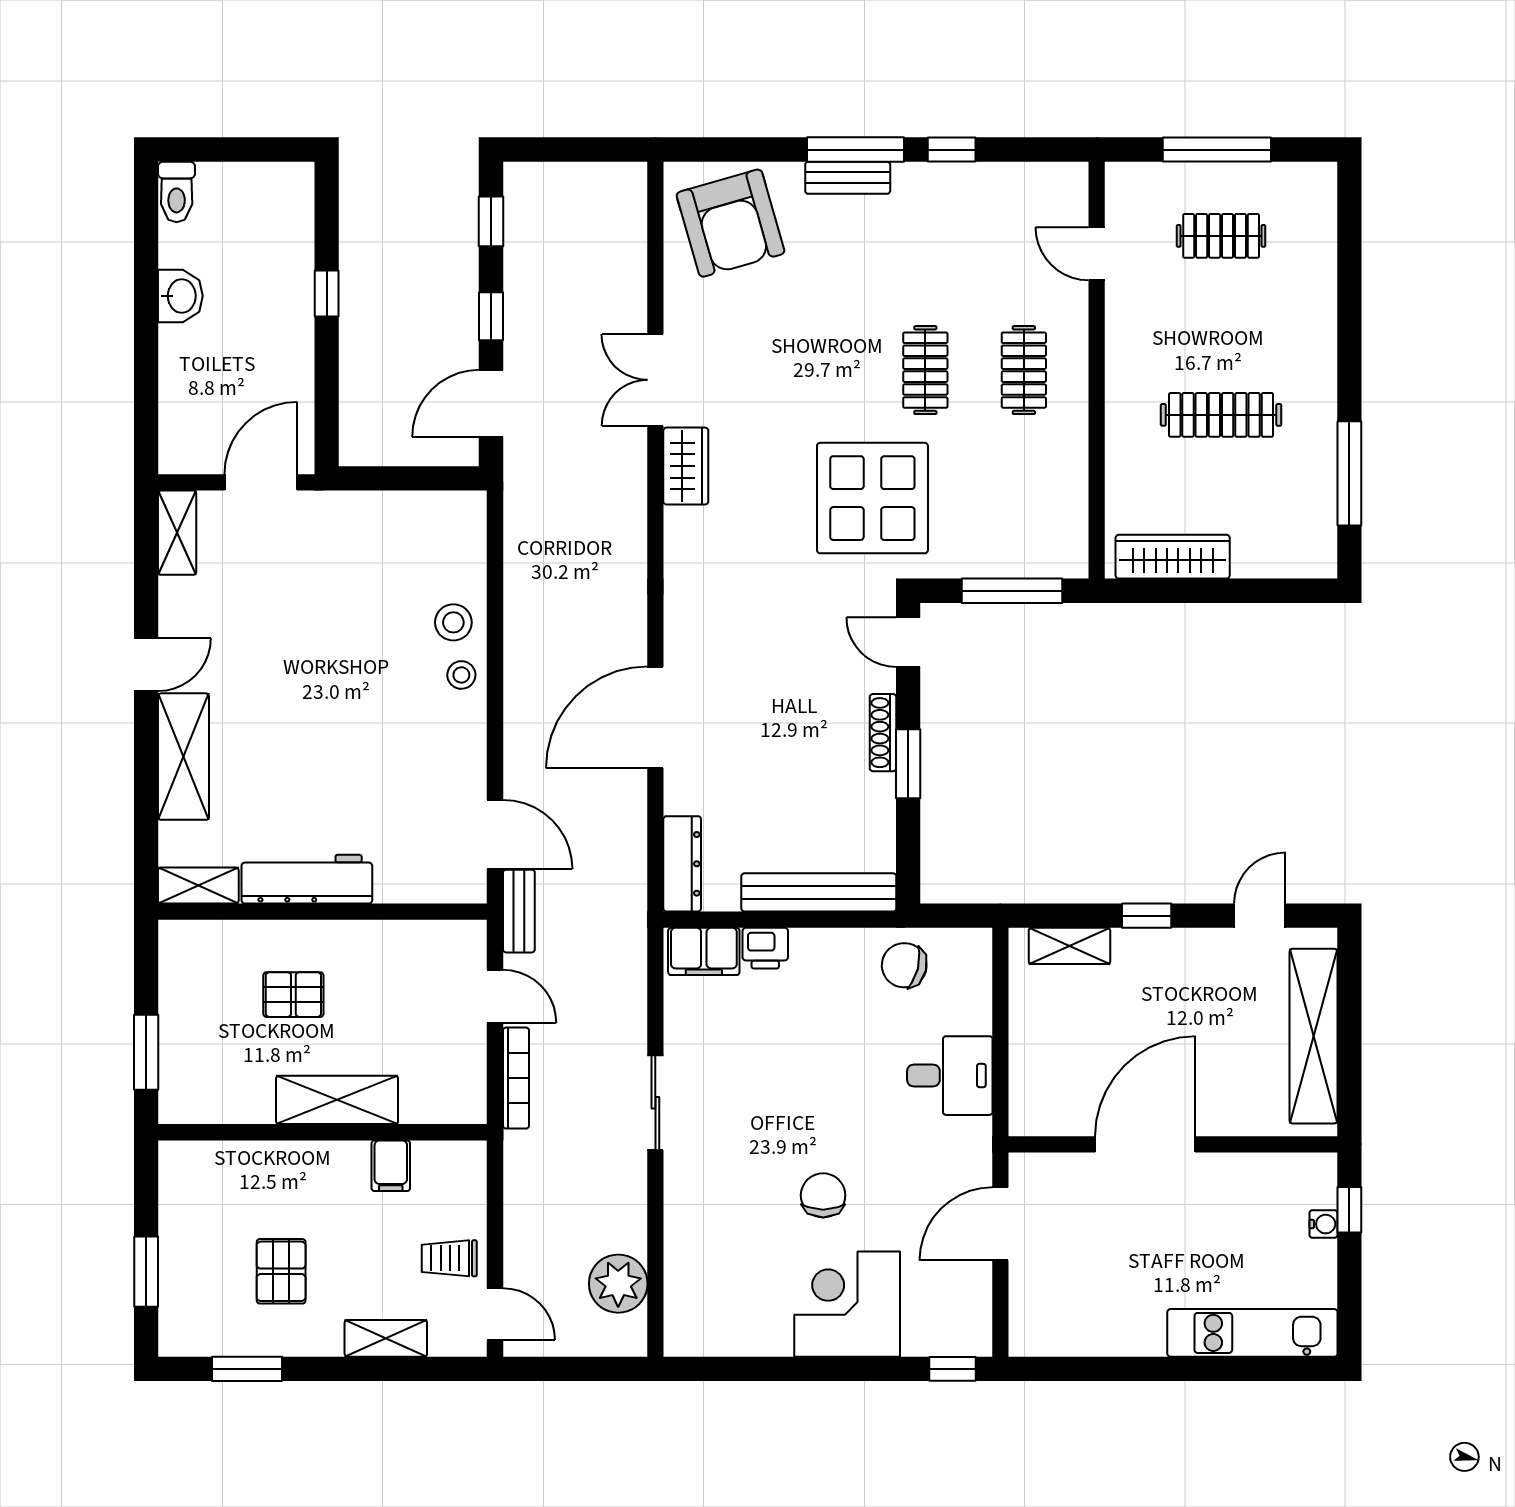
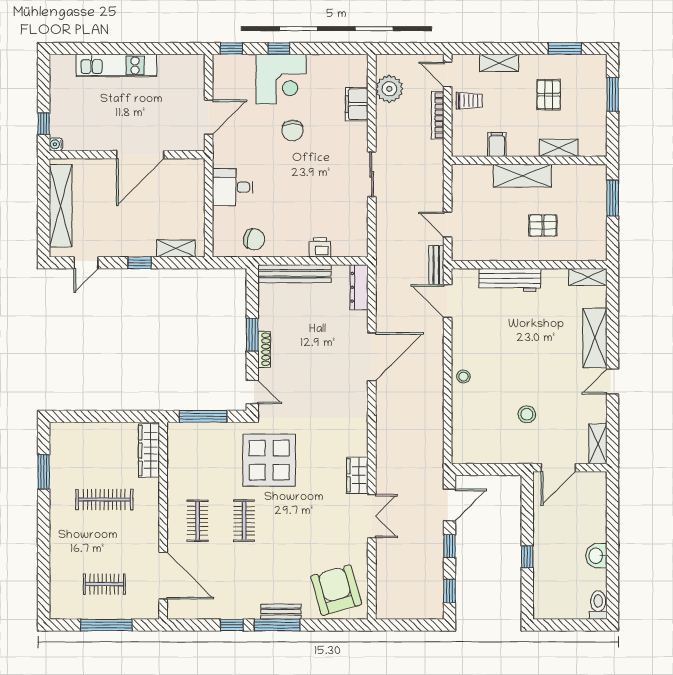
door: (1097, 254) -> (163, 576), width x1.88
window: (1349, 473) -> (44, 472), width x0.69
wardrobe: (1173, 557) -> (149, 451), moved, turned 90
stool: (453, 622) -> (527, 414), moved
workbench: (307, 879) -> (510, 280), moved
filing cabinet: (704, 951) -> (357, 104), moved, turned -90
bookcase: (516, 1078) -> (438, 115), moved
shelving: (260, 1159) -> (559, 148), added
water cooler: (1323, 1224) -> (56, 144), moved
kitchen unit: (1252, 1333) -> (117, 65), moved
window: (852, 1369) -> (279, 48), added

